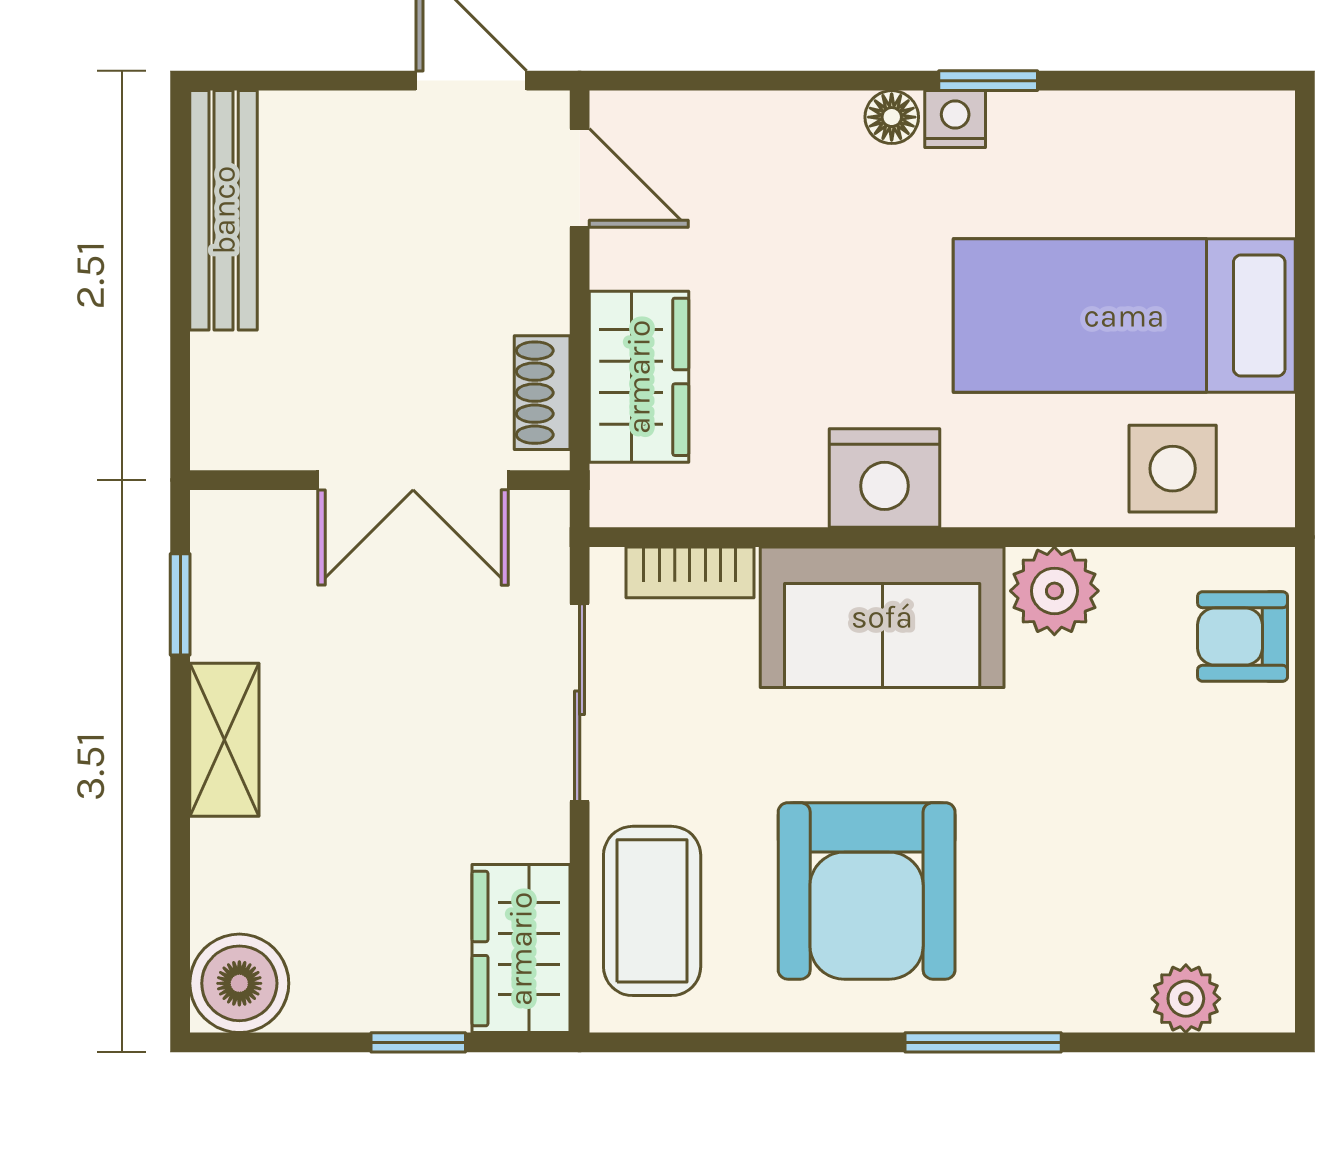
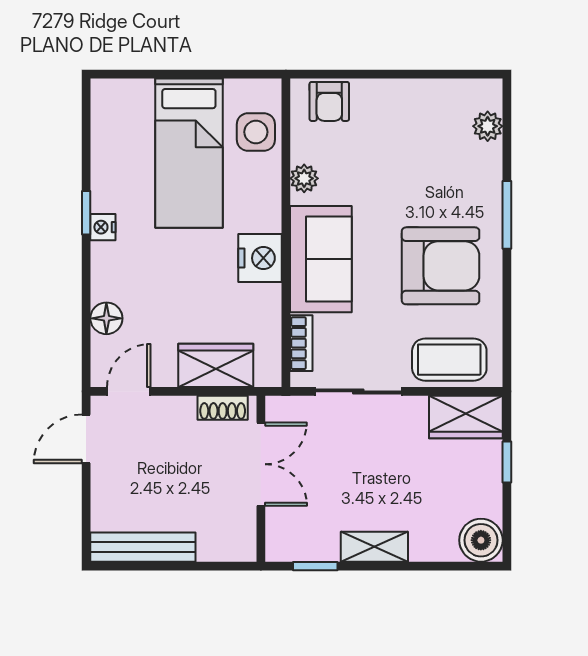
floor lamp: (892, 117) -> (106, 318), moved, width x1.37, depth x1.37
plant: (1054, 591) -> (304, 178), width x0.73, depth x0.73

